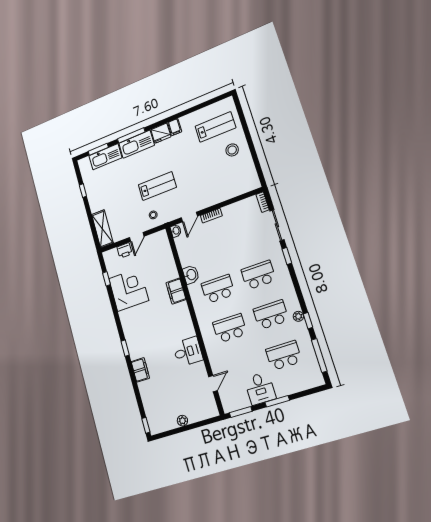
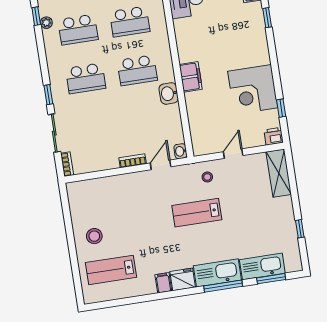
printer: (124, 250) -> (274, 136), moved

